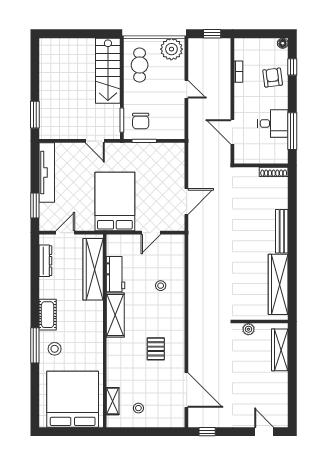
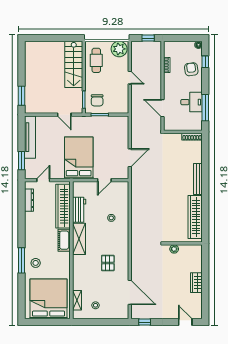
cot: (48, 315) -> (64, 240), moved
wardrobe: (280, 350) -> (196, 283), moved, width x0.67

